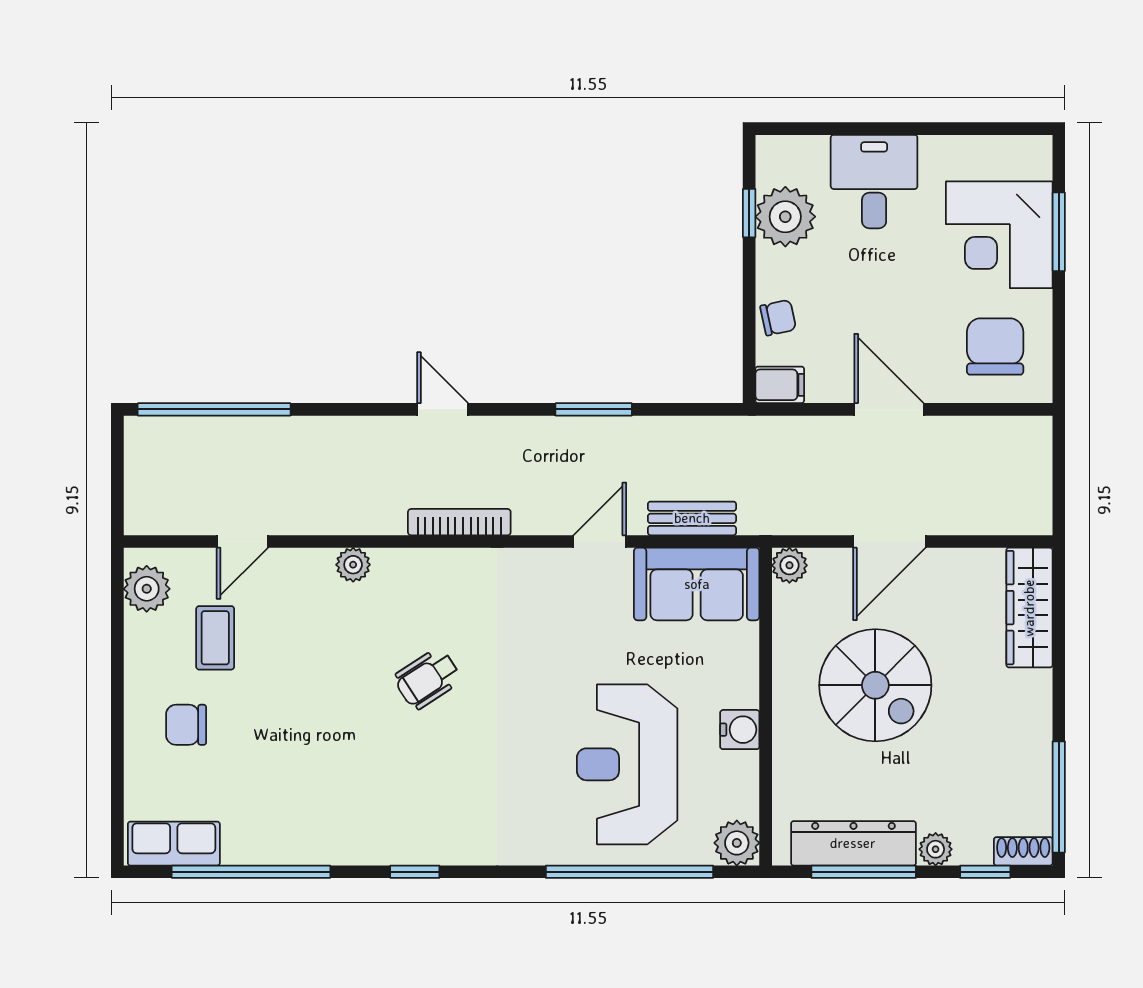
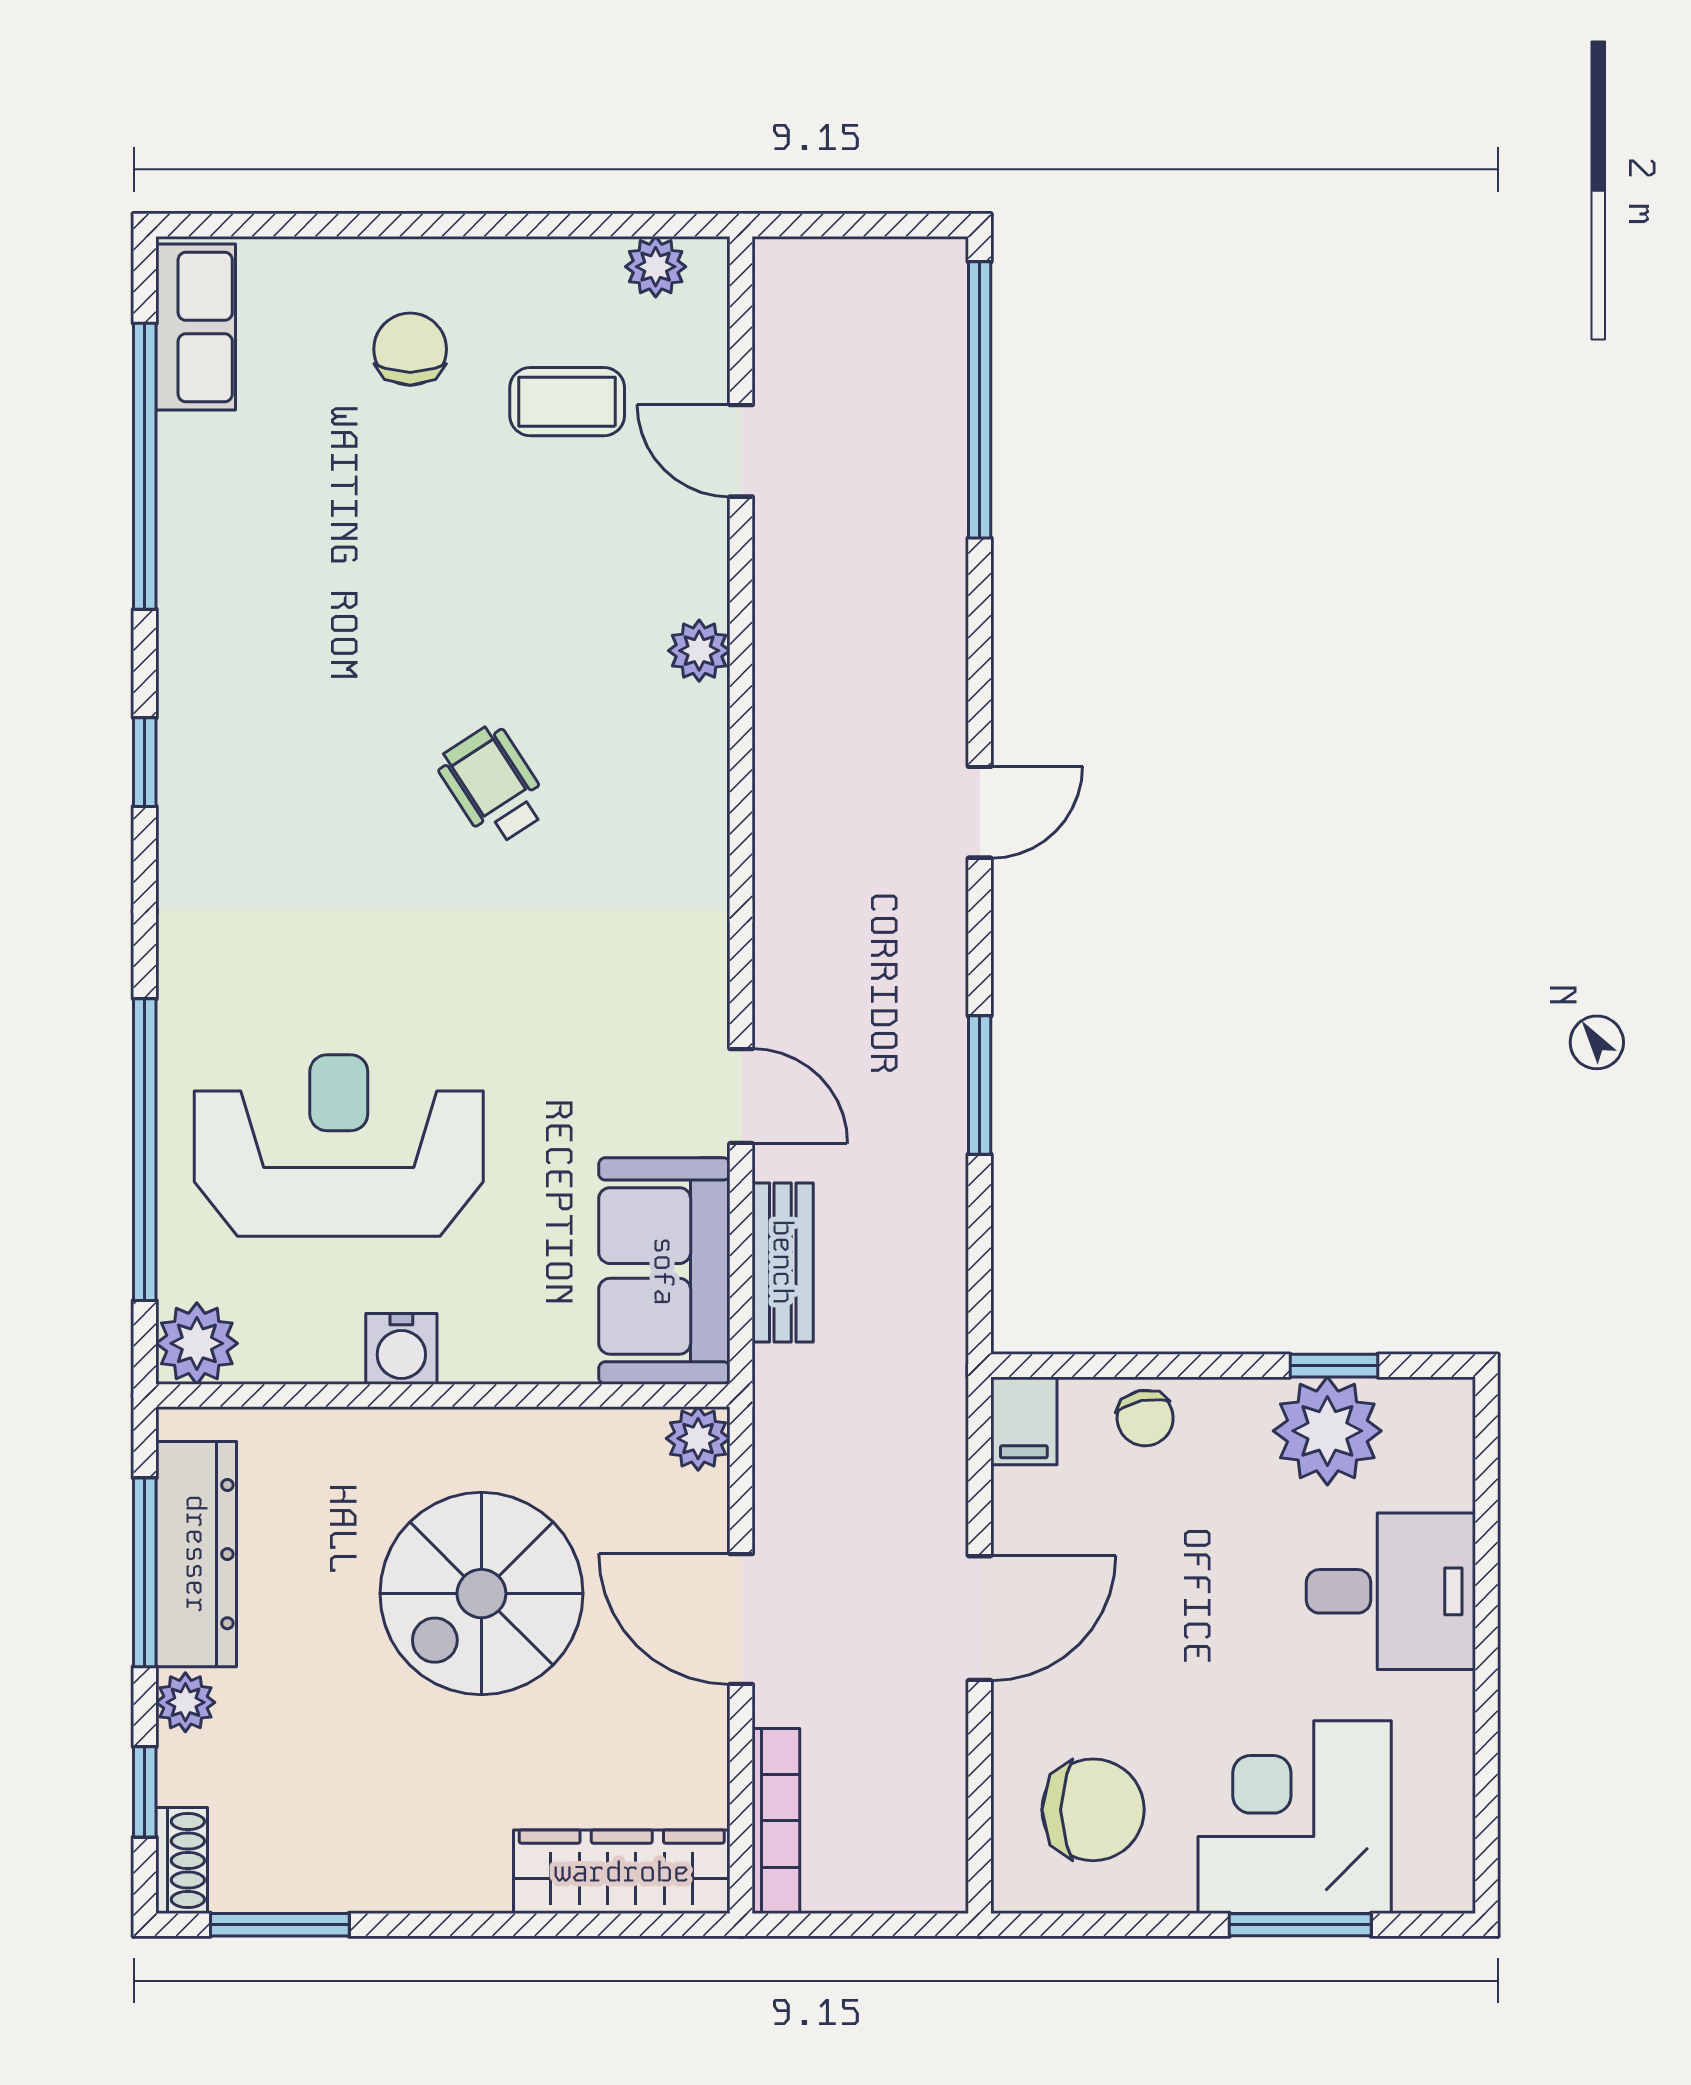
bookcase: (459, 522) -> (776, 1821), moved
plant: (147, 589) -> (656, 267), width x0.73, depth x0.73
window: (1059, 797) -> (280, 1925), width x0.69

